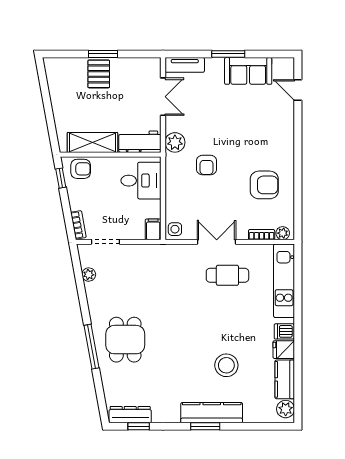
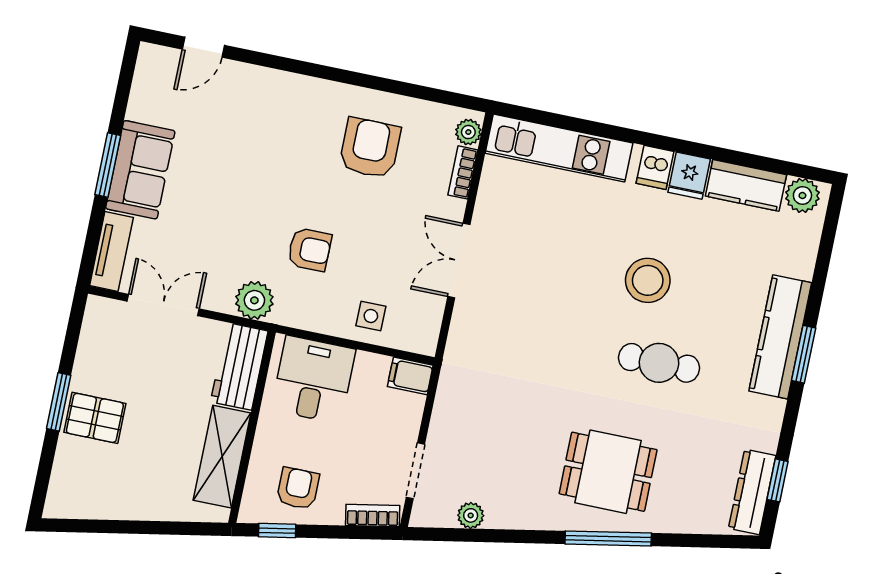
sofa: (248, 71) -> (140, 170), moved
armchair: (81, 169) -> (298, 488), moved
side table: (175, 229) -> (371, 316), moved
cafe table: (227, 275) -> (659, 363), moved, turned 90
stool: (226, 365) -> (648, 280), moved

